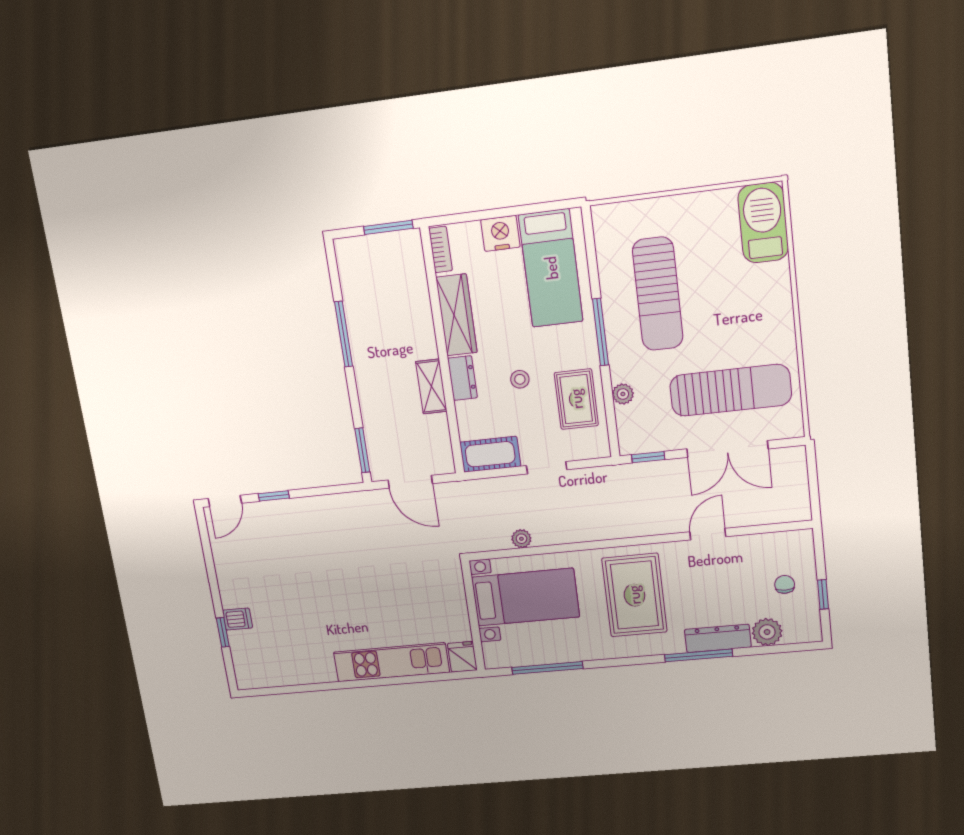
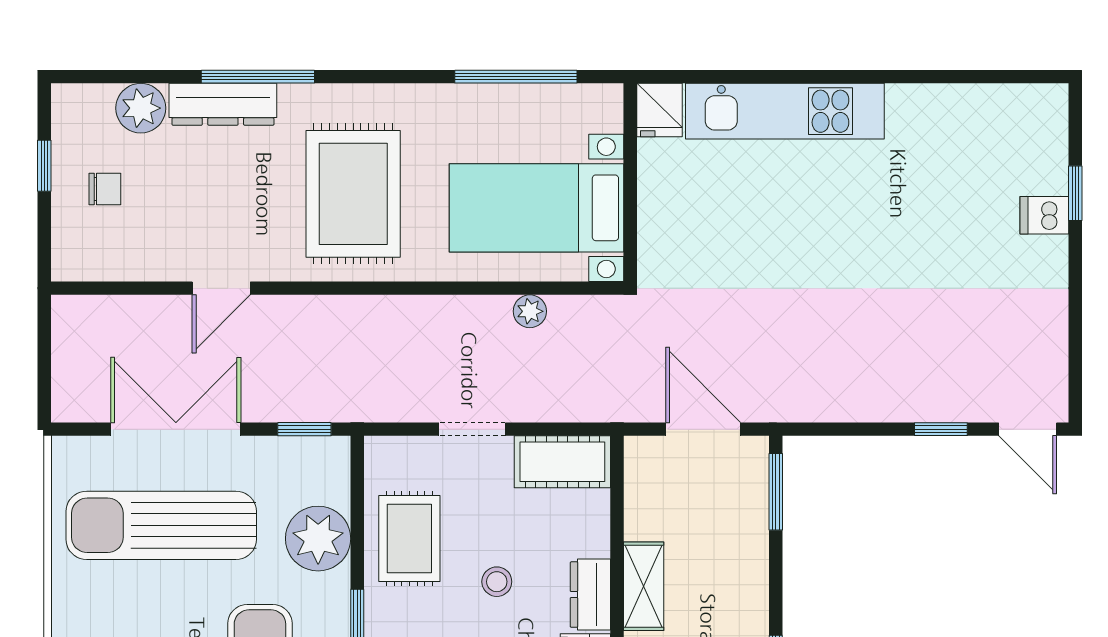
plant: (623, 394) -> (318, 539), width x1.87, depth x1.87
door: (225, 501) -> (1028, 429), swing flipped
chair: (785, 584) -> (105, 189), turned -90

